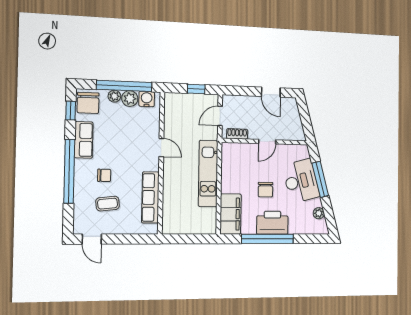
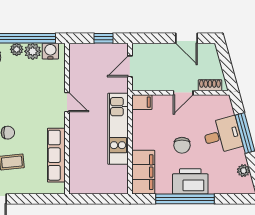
shoe rack: (237, 134) -> (210, 85), moved
filing cabinet: (230, 149) -> (142, 102), added
desk: (301, 181) -> (222, 135), width x0.73

